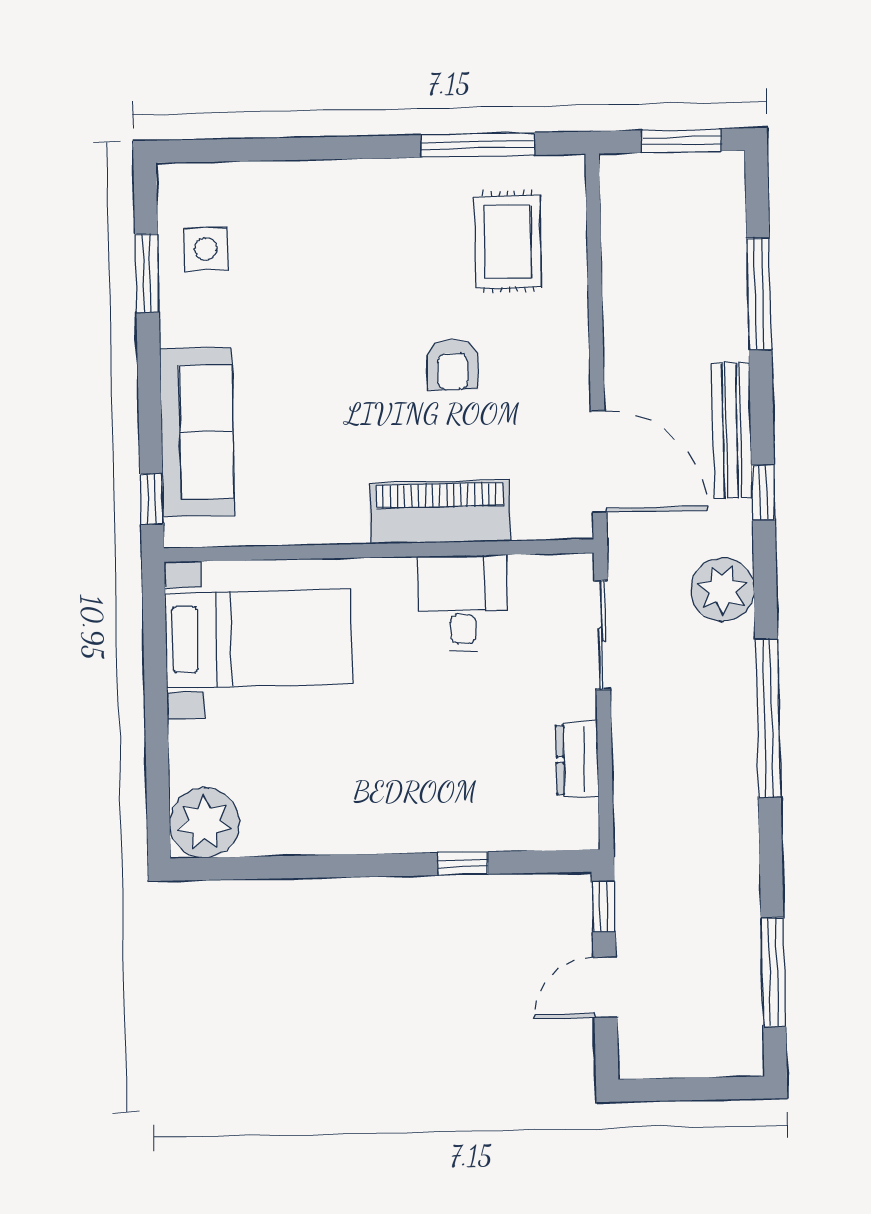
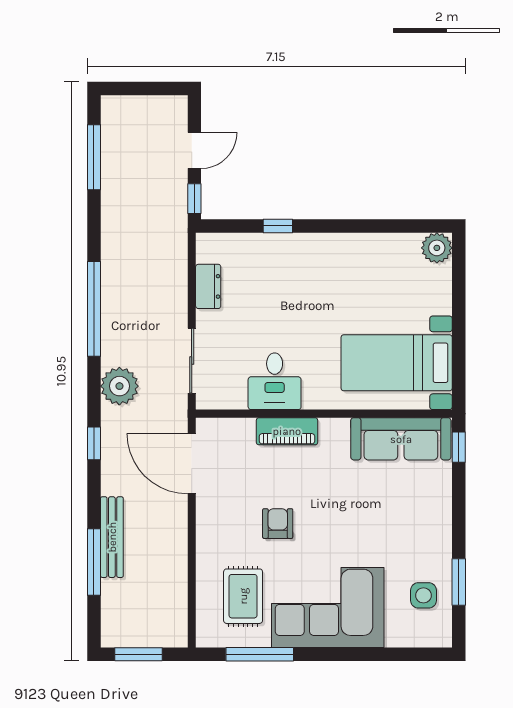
corner sofa: (366, 226) -> (328, 607), added
bench: (732, 431) -> (112, 537), moved
sofa: (197, 432) -> (401, 439), moved, turned -90
piano: (440, 512) -> (287, 431), width x0.73, depth x0.75
plant: (205, 823) -> (437, 248), width x0.73, depth x0.73

